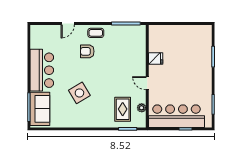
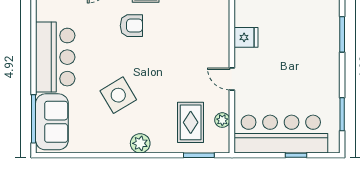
armchair: (87, 51) -> (131, 26), turned 180
plant: (93, 122) -> (140, 143), added

